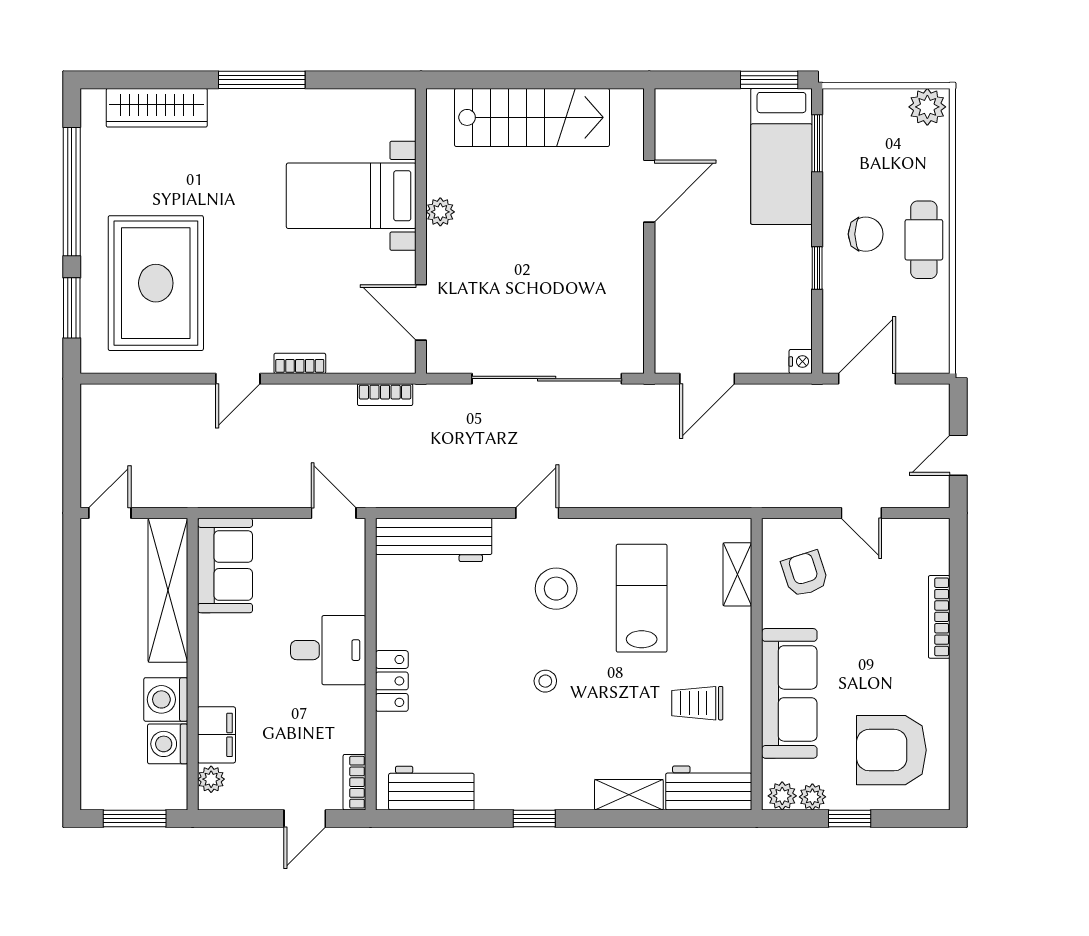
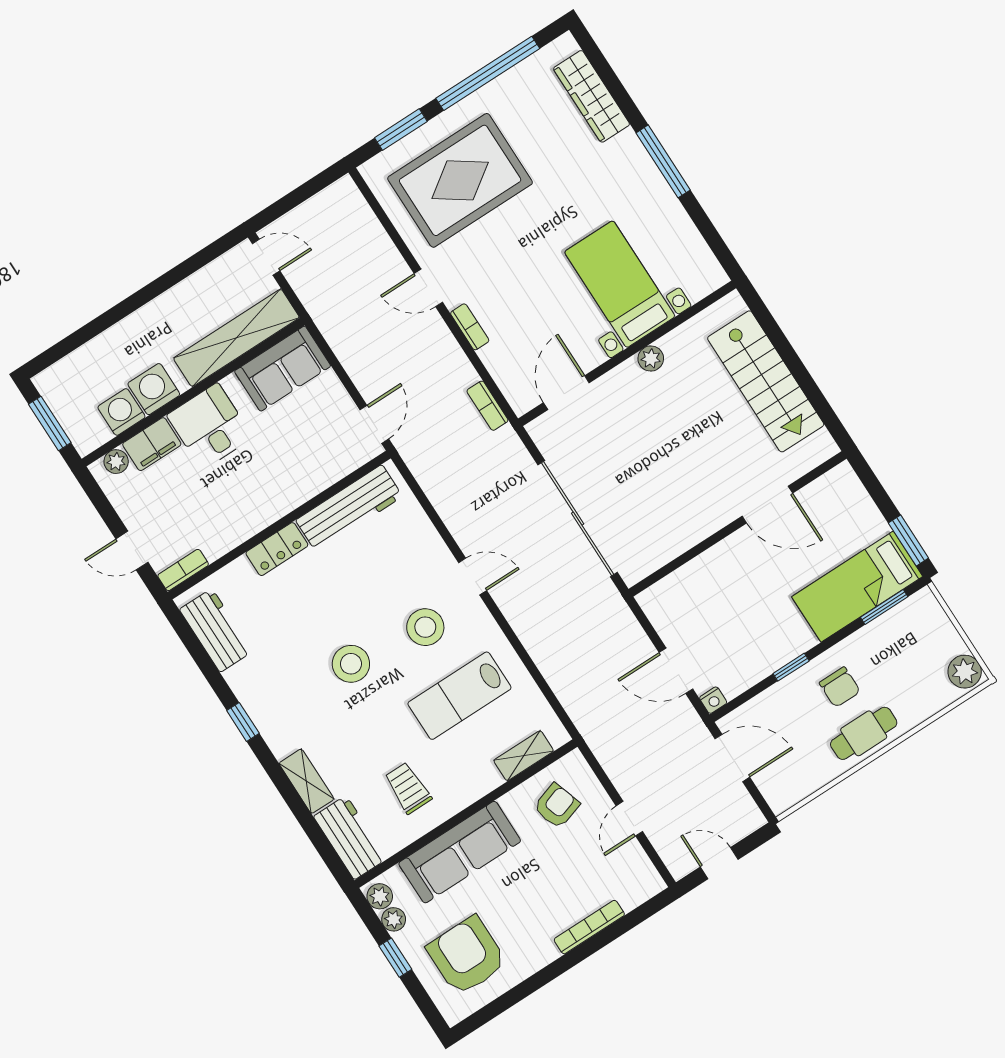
door: (707, 379) -> (676, 671), moved
workbench: (434, 540) -> (349, 508), moved, turned -90
lab bench: (642, 598) -> (459, 696), turned 180
desk: (328, 650) -> (210, 426), moved, turned 180
stool: (545, 681) -> (351, 664), width x1.89, depth x1.89

